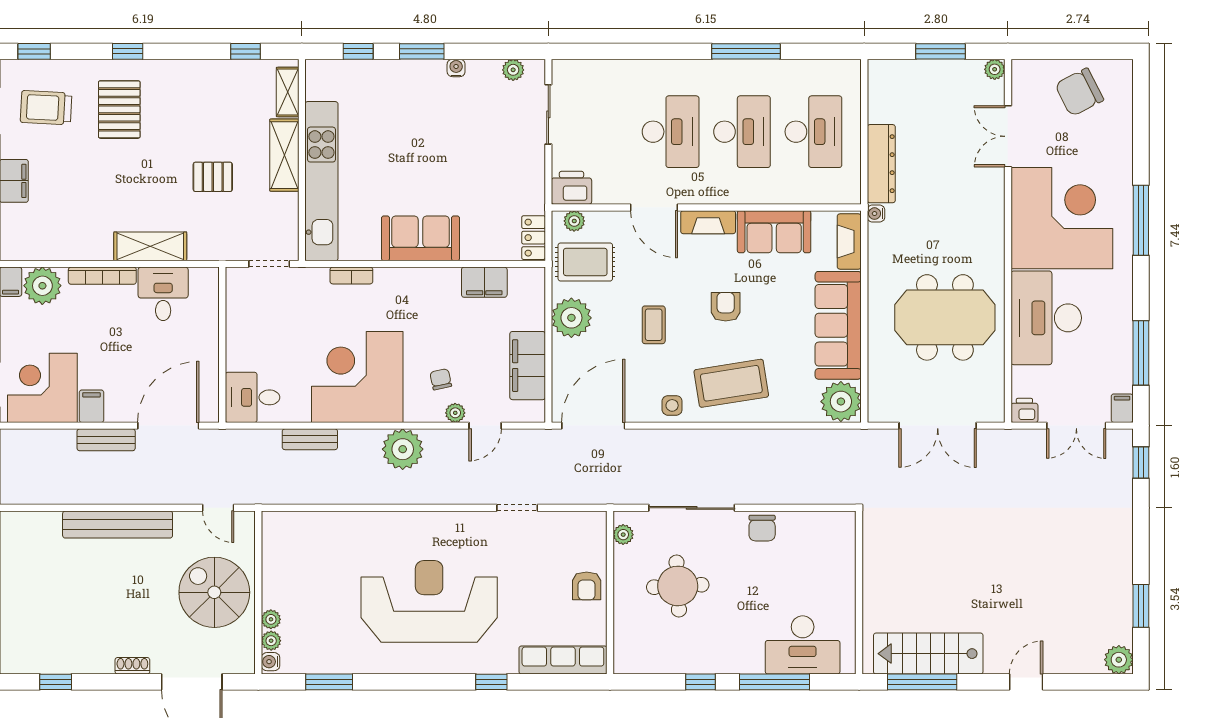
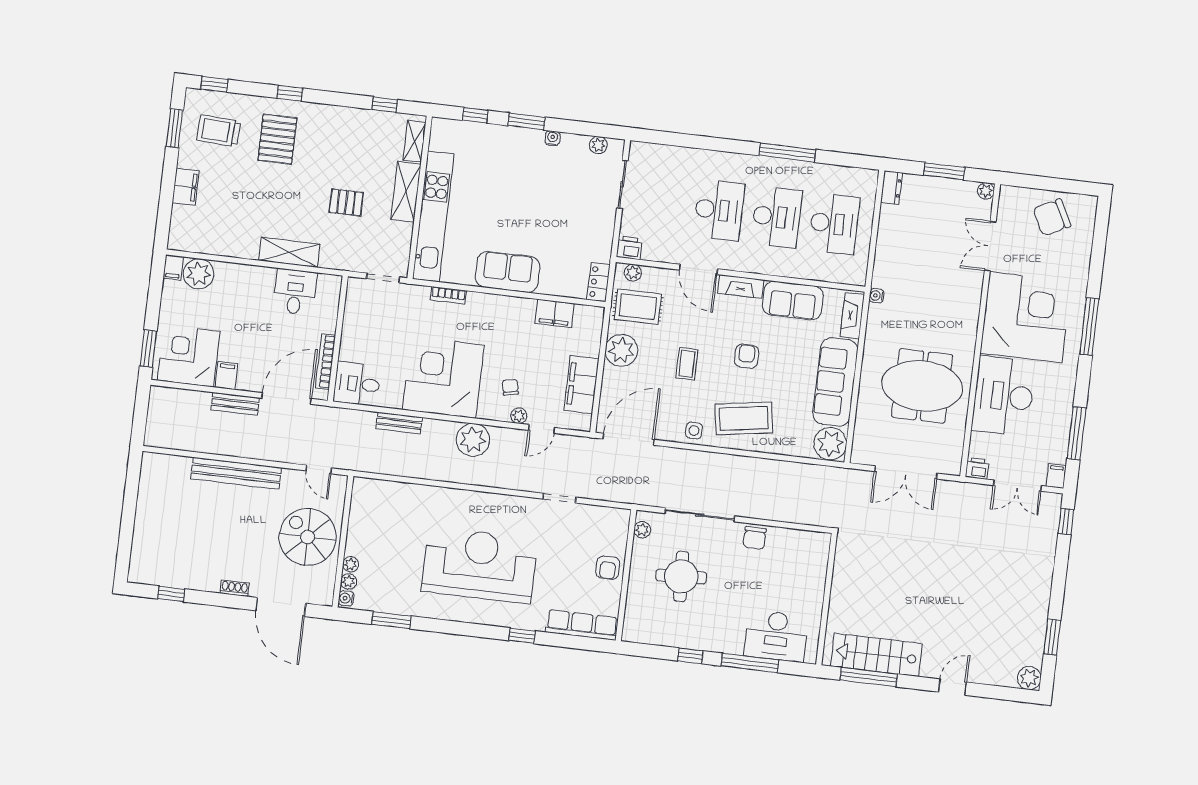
dresser: (881, 164) -> (891, 188), moved, width x0.51, depth x0.80
printer: (571, 188) -> (629, 248), width x0.73, depth x0.81
bookcase: (102, 276) -> (325, 362), moved, turned 90

